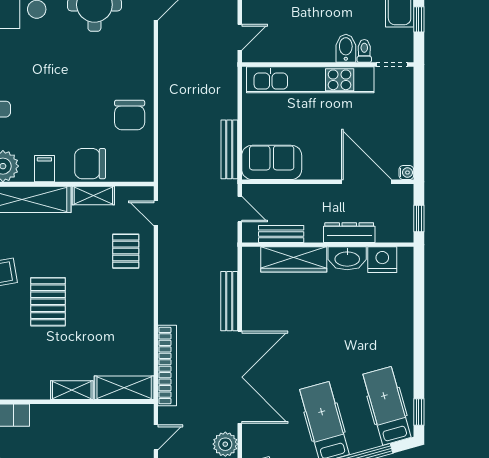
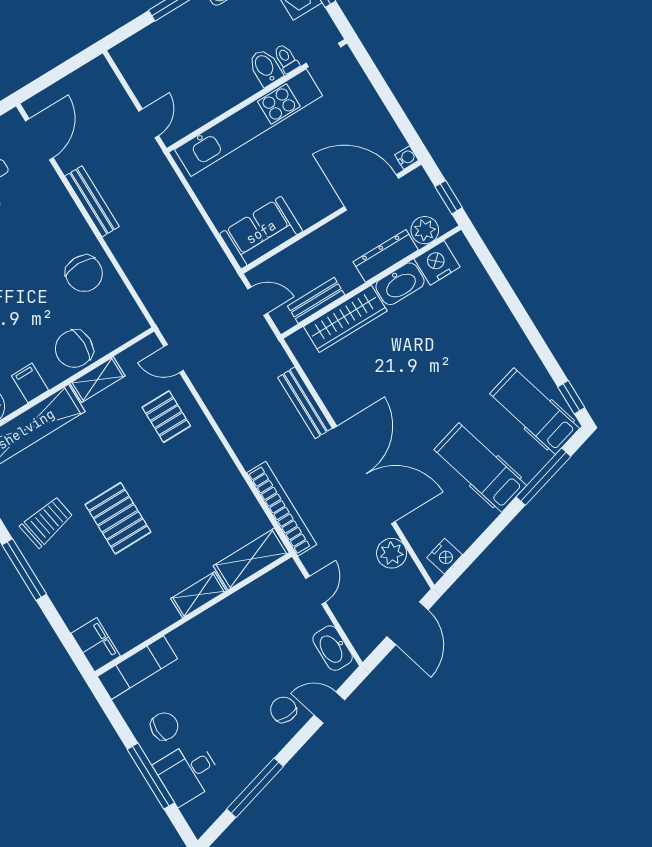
bench: (229, 149) -> (92, 201), moved
plant: (388, 231) -> (425, 230), added

